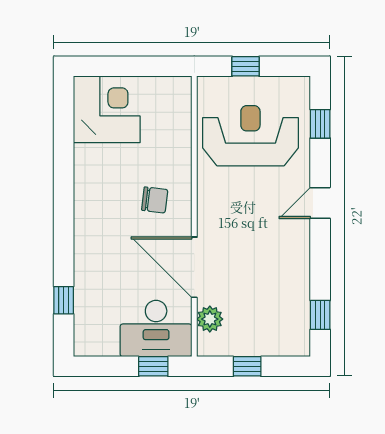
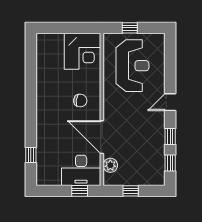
corner desk: (107, 109) -> (82, 51), moved, turned 90
window: (320, 124) -> (170, 136), moved
reception desk: (250, 136) -> (132, 66), turned 90

